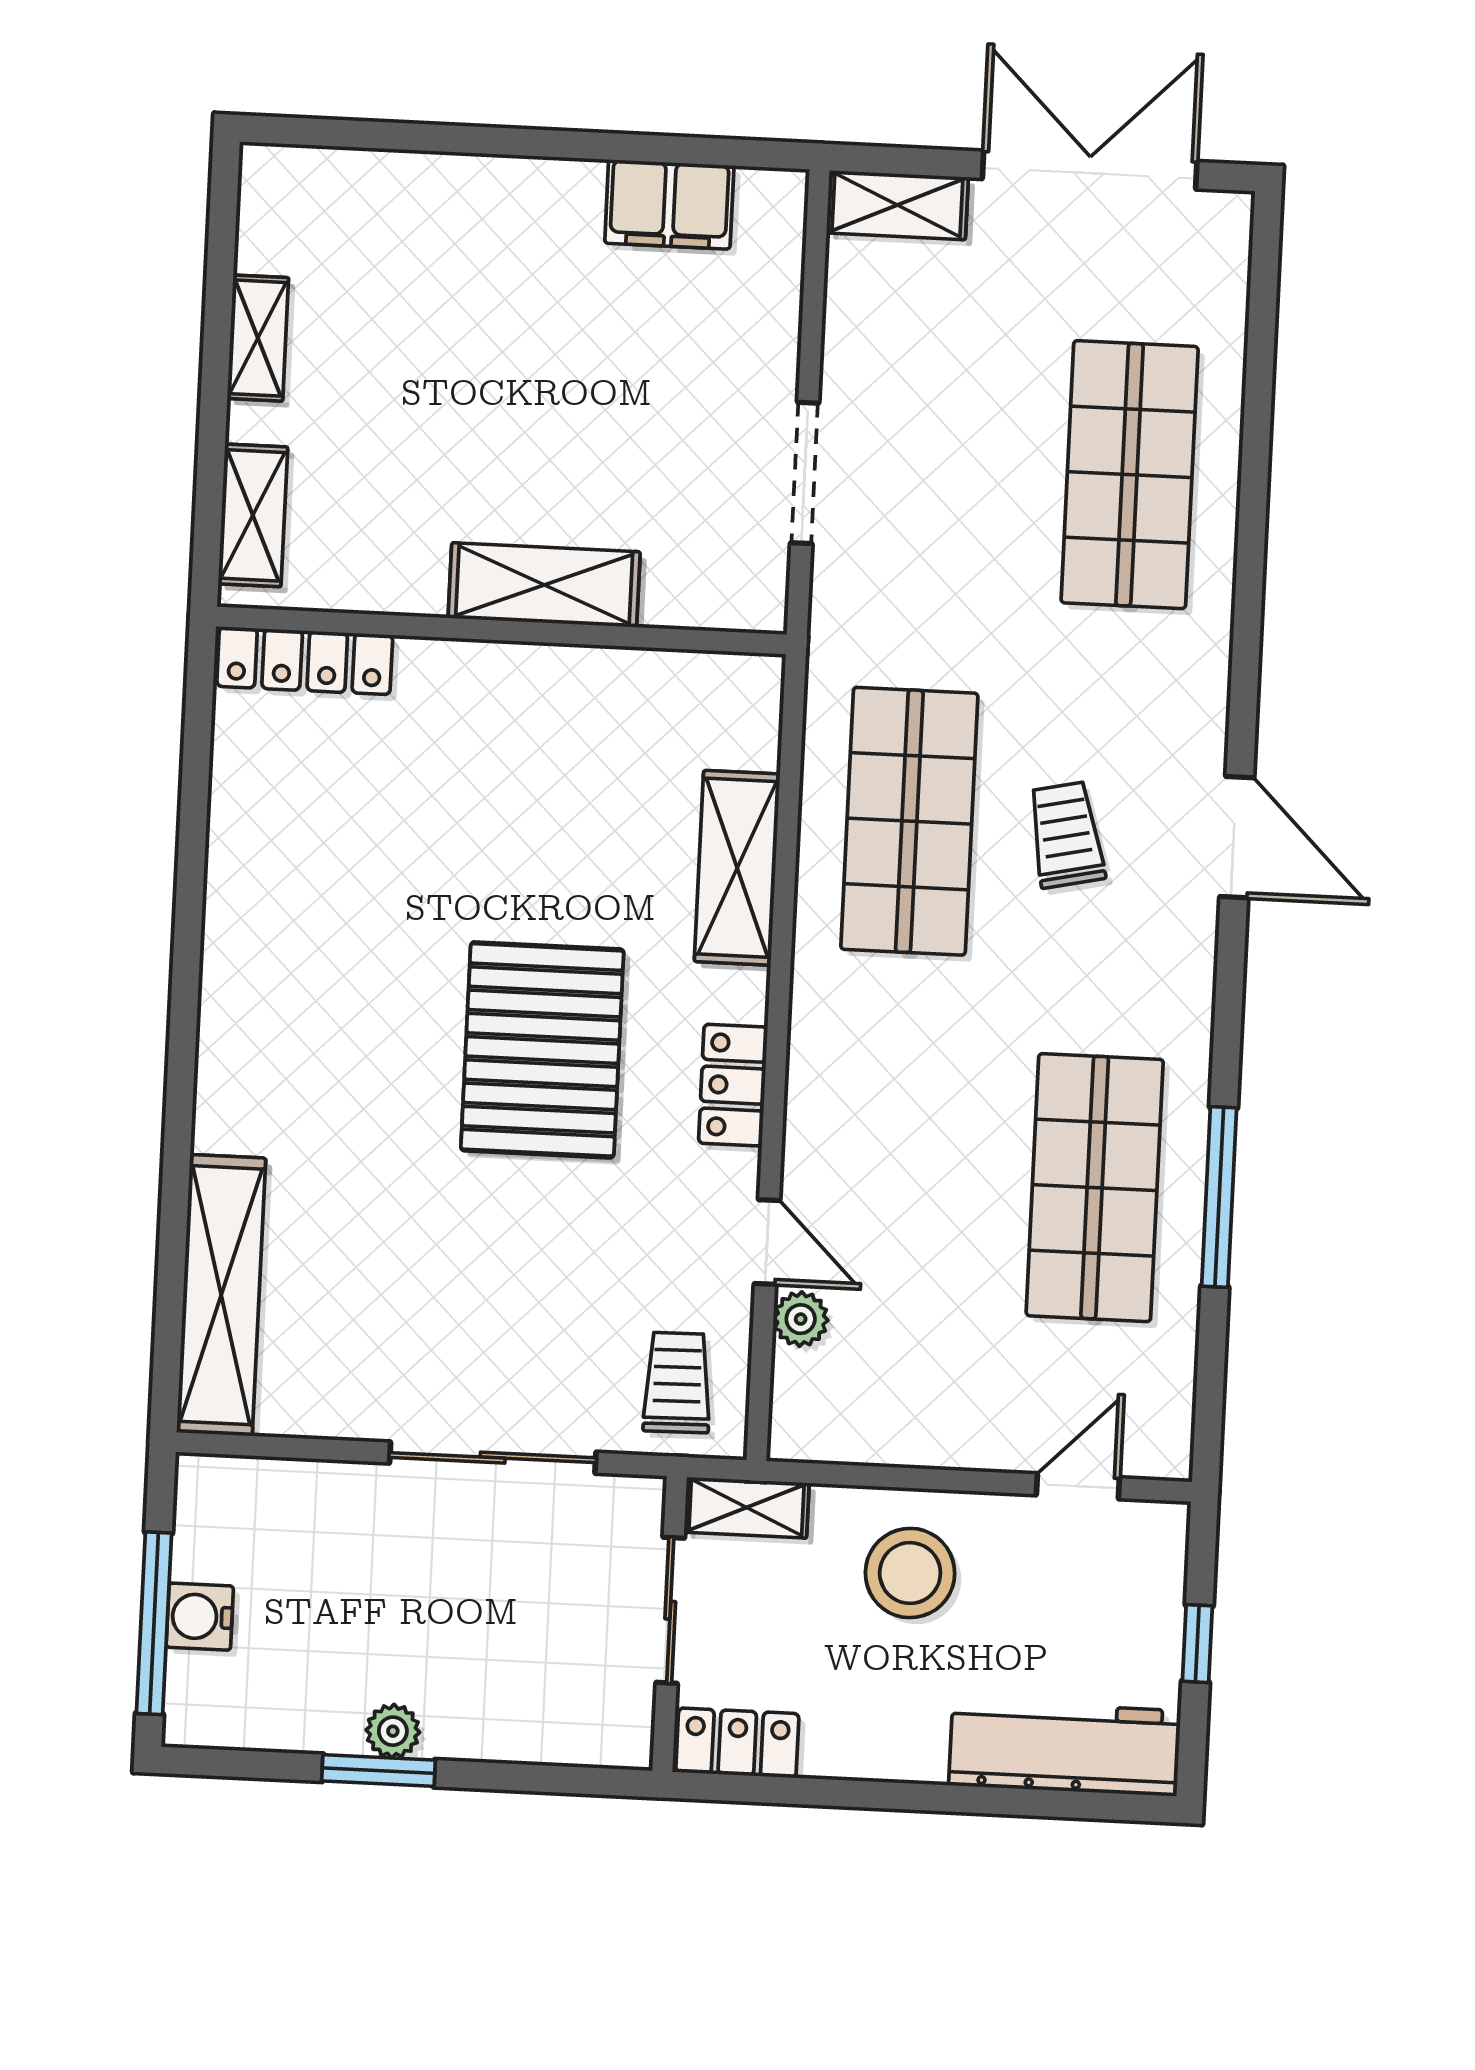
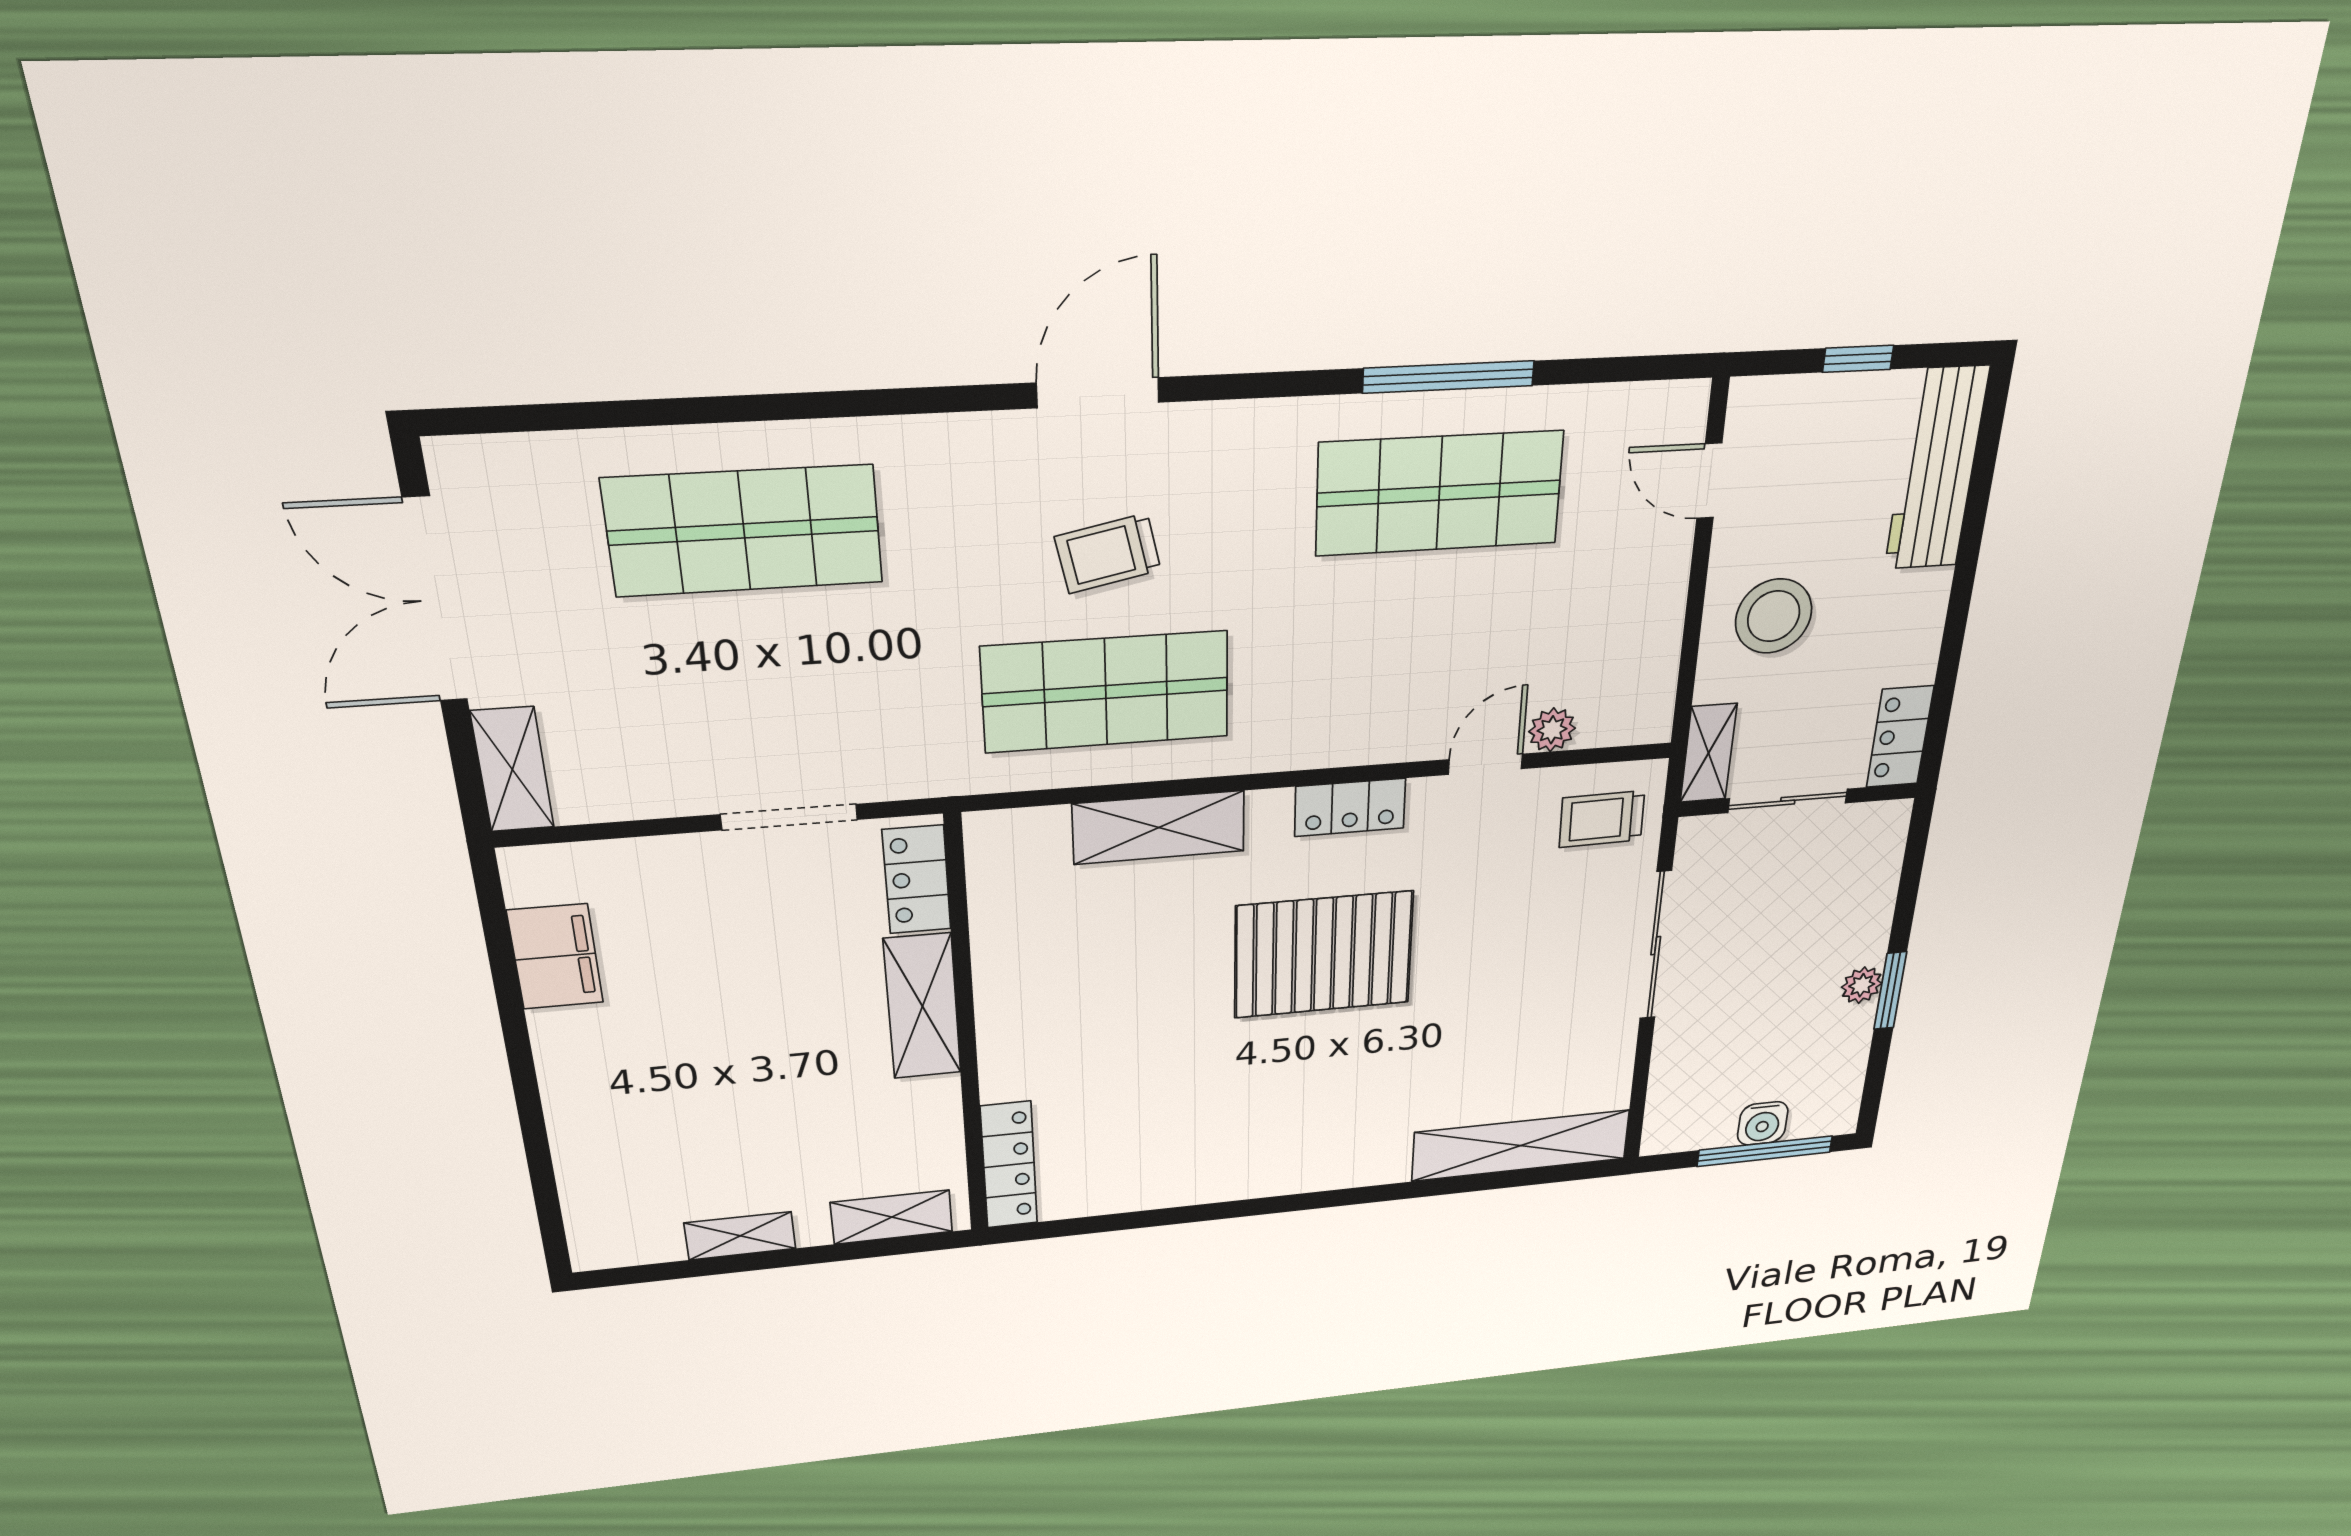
locker: (709, 597) -> (917, 880), added

